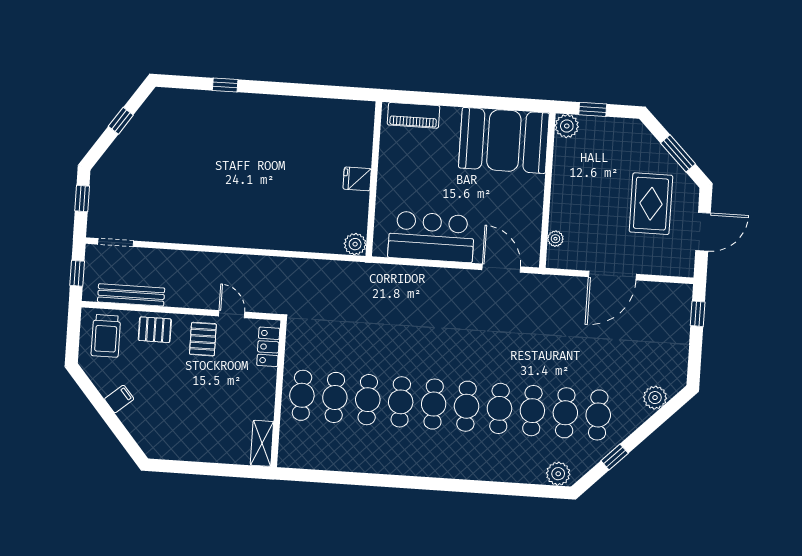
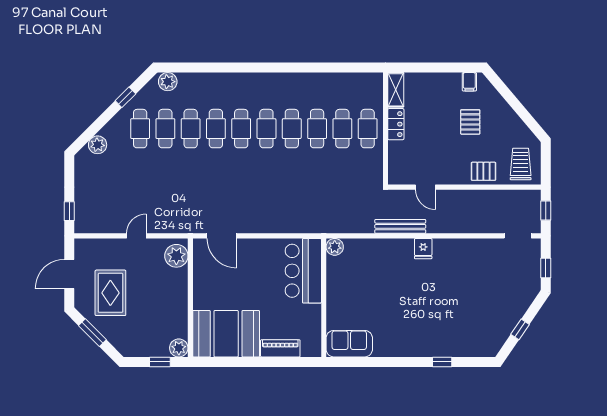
piano: (414, 115) -> (280, 348), moved
sofa: (344, 117) -> (349, 344), added
fridge: (357, 179) -> (423, 249), moved, turned 90
bar counter: (431, 237) -> (303, 271), moved, turned 90
plant: (555, 239) -> (176, 256), width x1.88, depth x1.88
door: (612, 276) -> (136, 236), width x0.53
bench: (131, 295) -> (400, 226), moved
pallet: (203, 339) -> (470, 122), moved
locker: (268, 347) -> (396, 124), moved
filing cabinet: (119, 399) -> (469, 82), moved, turned -50

